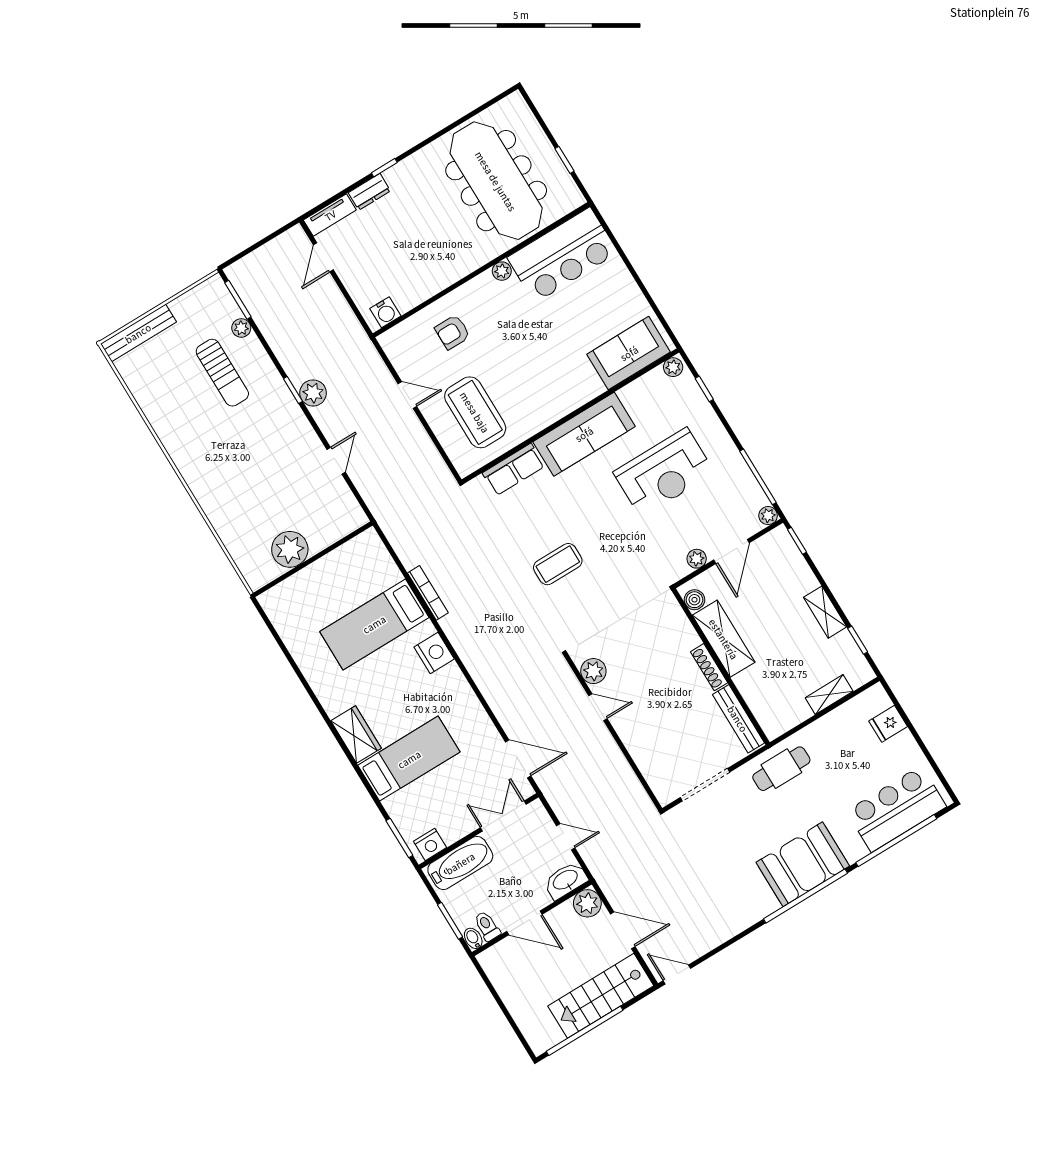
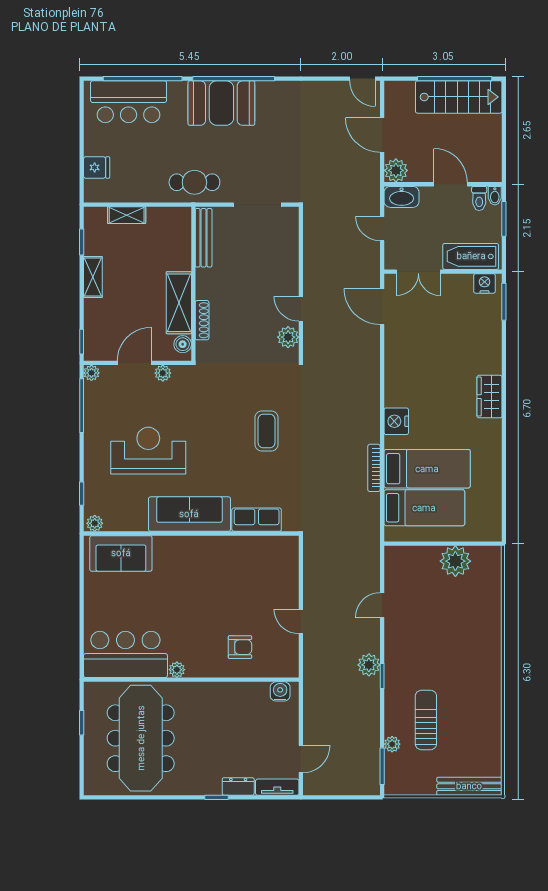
coffee table: (475, 412) -> (259, 578), removed
coffee table: (558, 564) -> (267, 431), turned 90
shoe rack: (709, 667) -> (202, 320), moved
bed: (409, 759) -> (424, 508), moved, turned 180
stairs: (601, 996) -> (459, 97), moved

